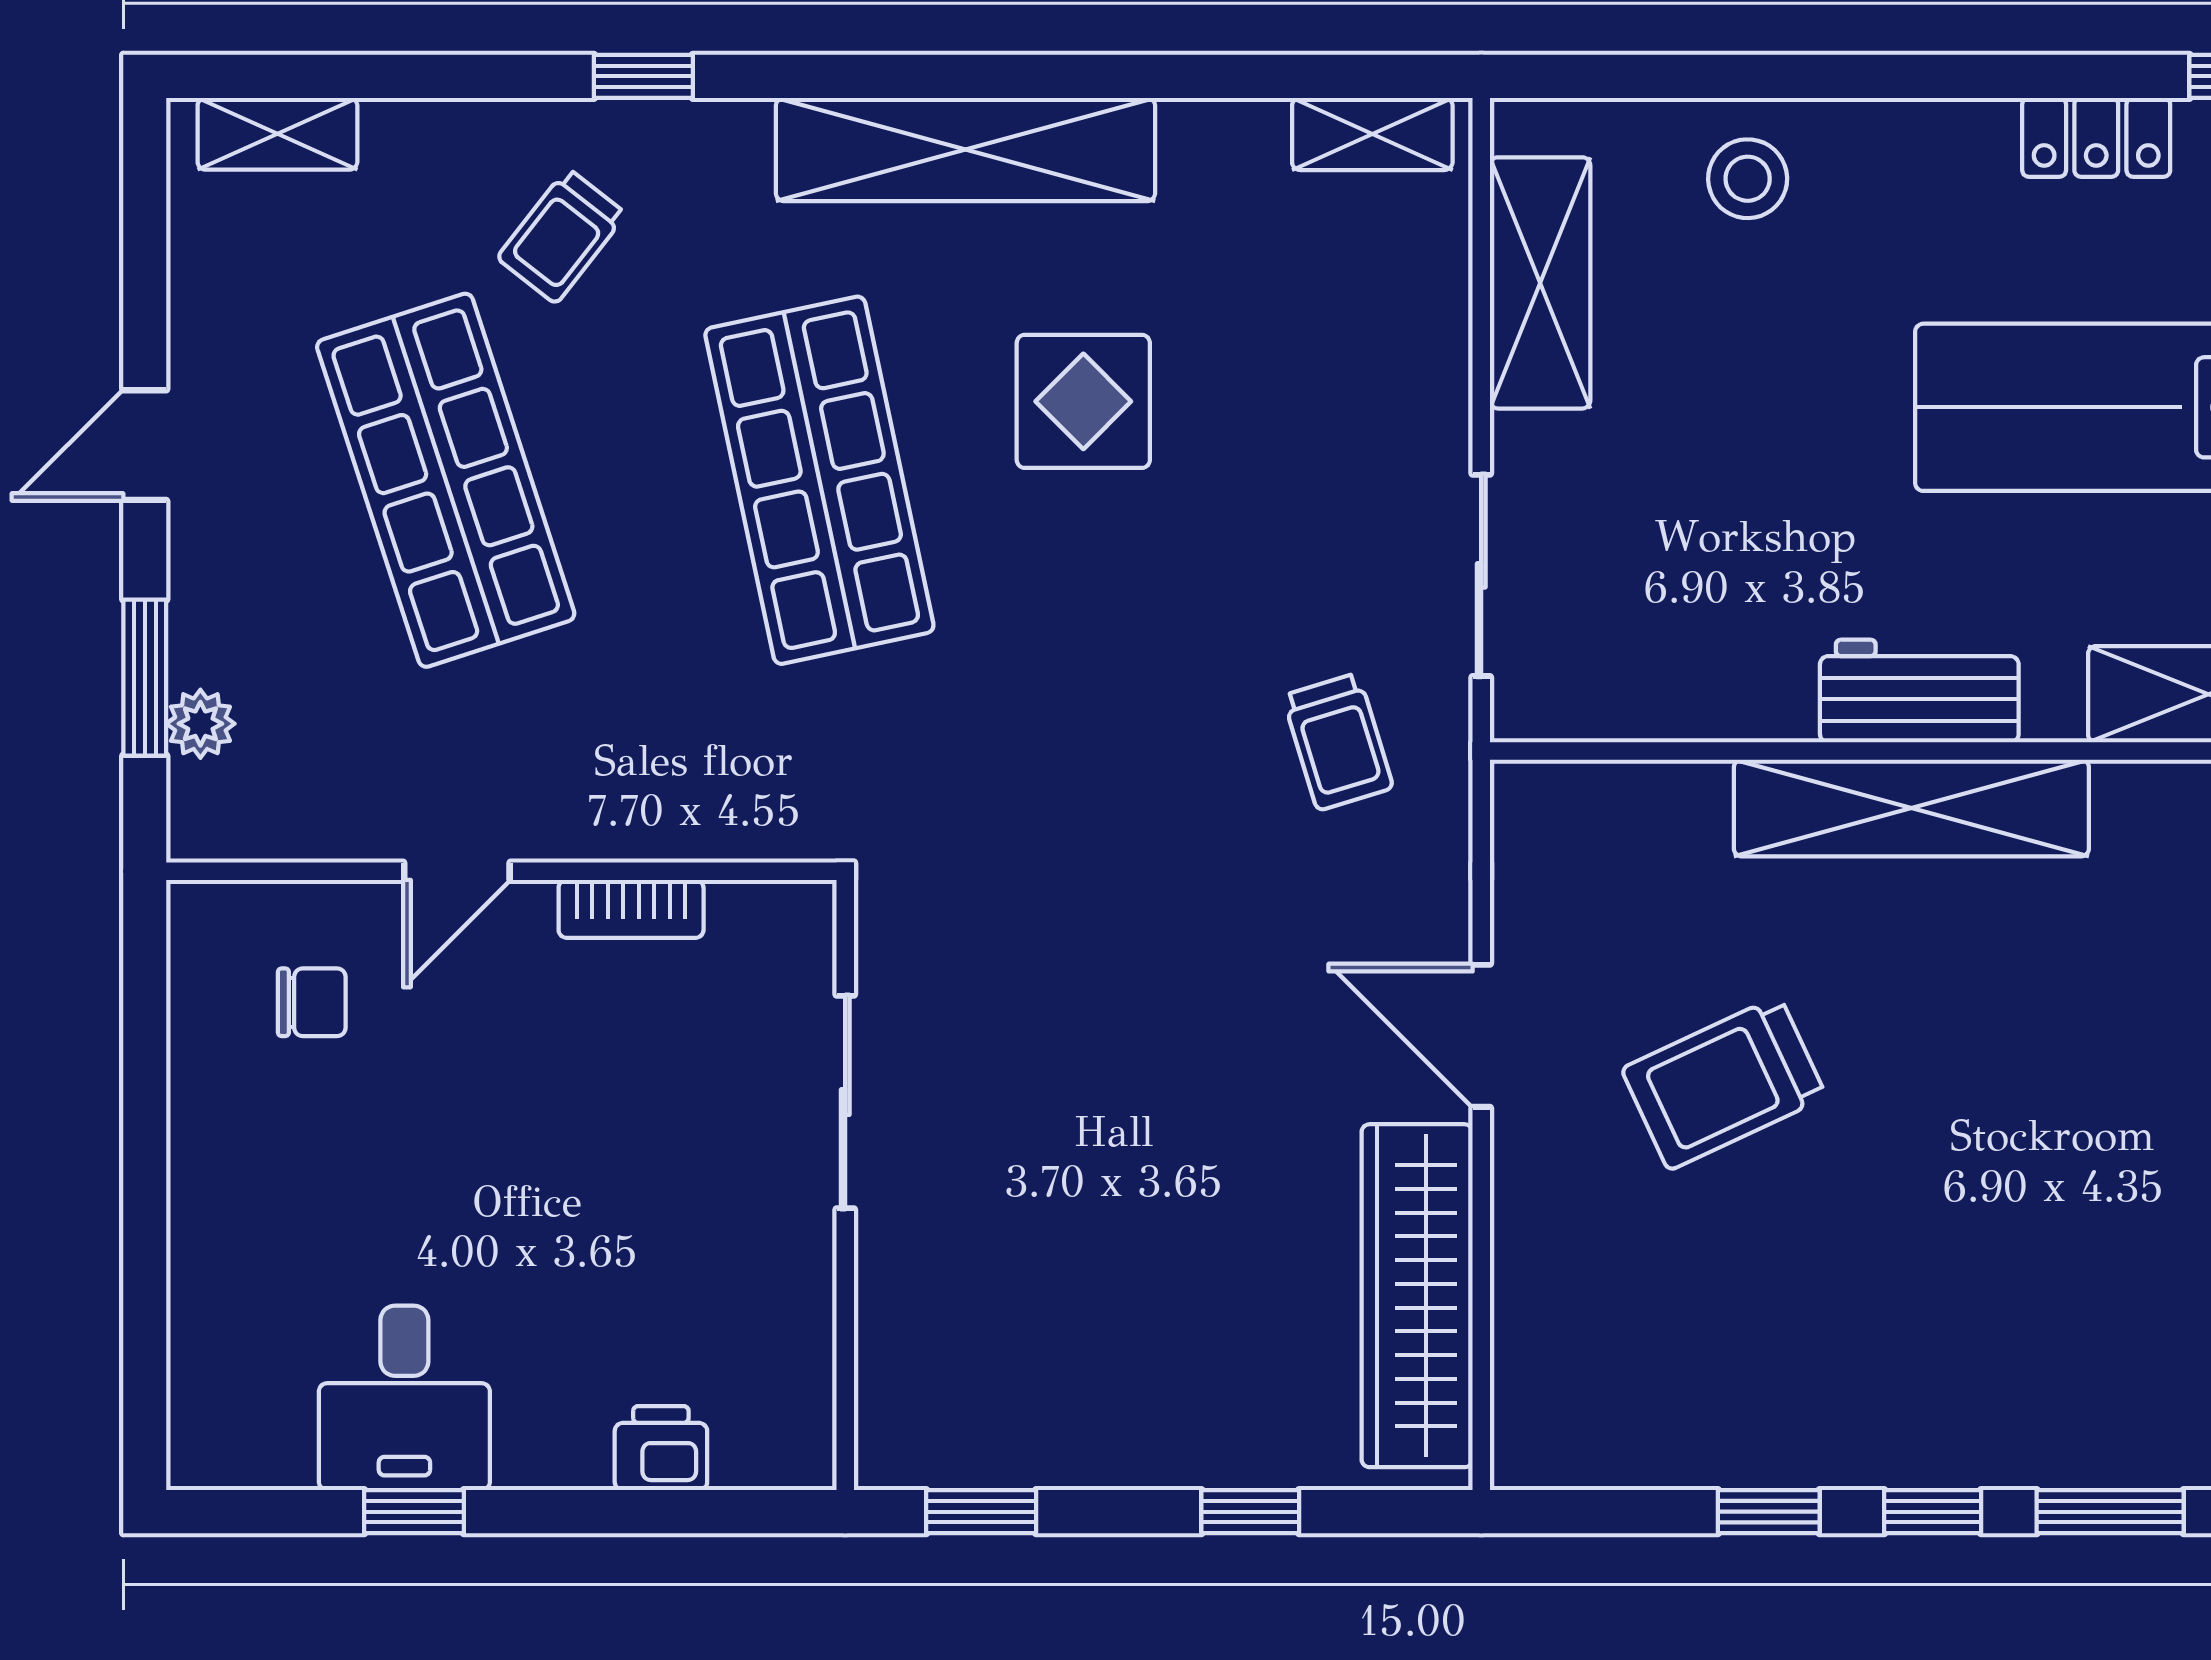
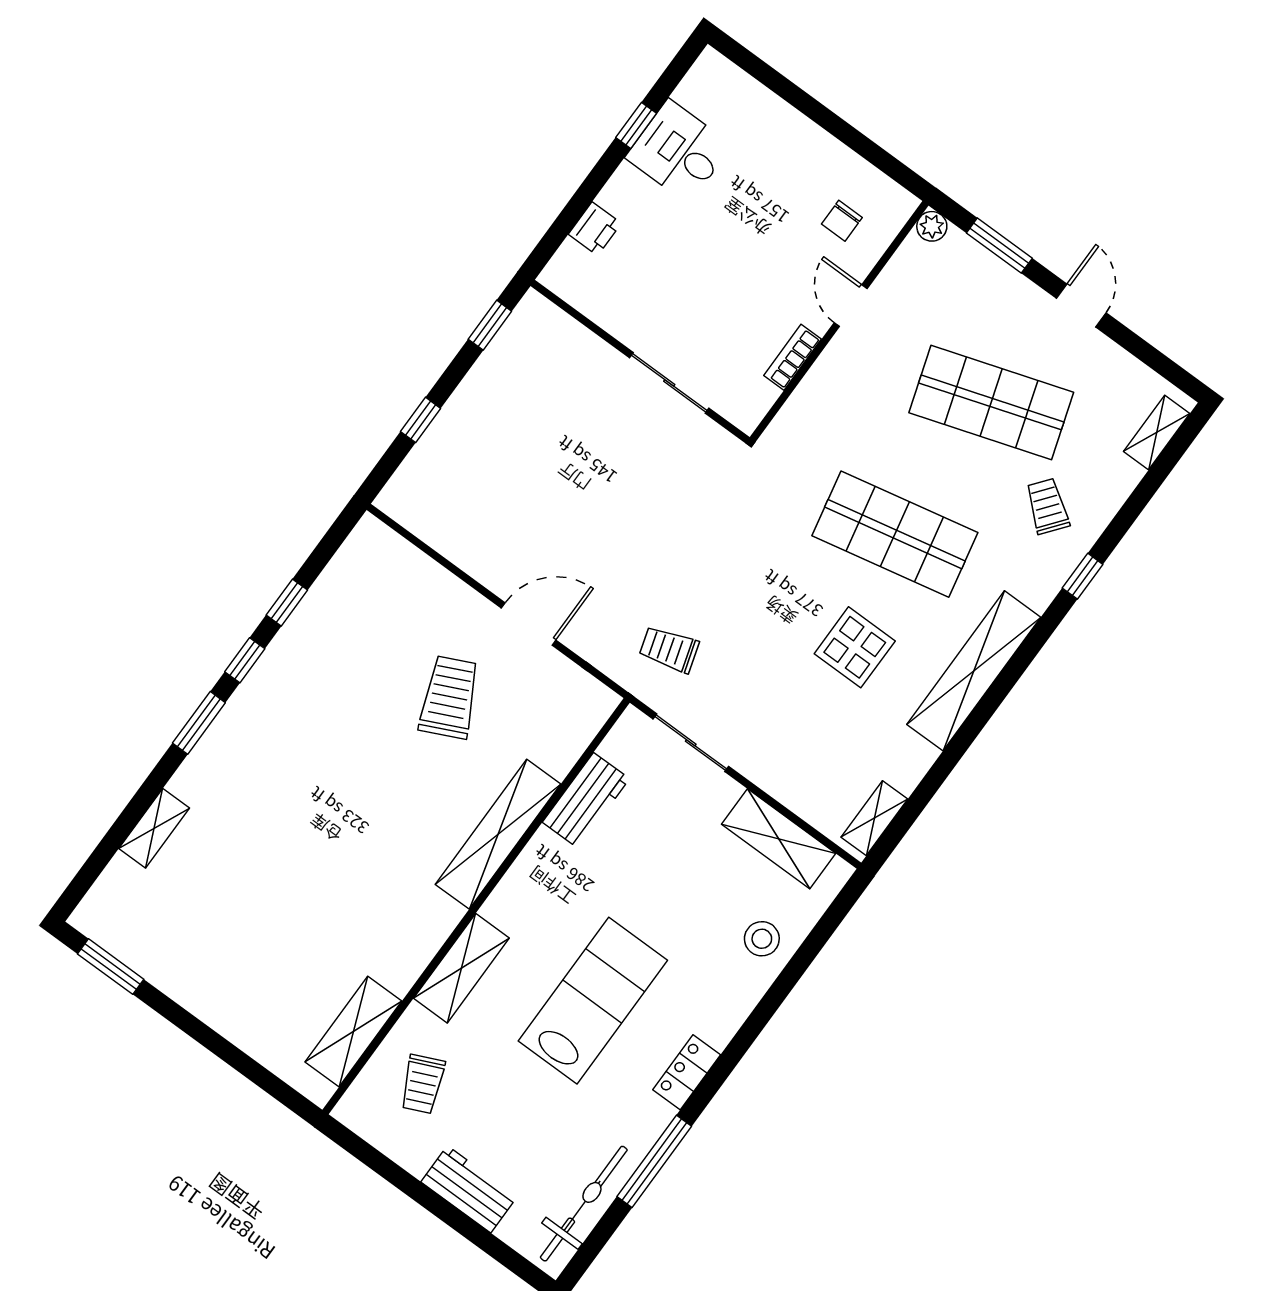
workbench: (1919, 691) -> (586, 800), moved
plant: (200, 724) -> (932, 226), moved
wardrobe: (1417, 1296) -> (454, 534), removed

